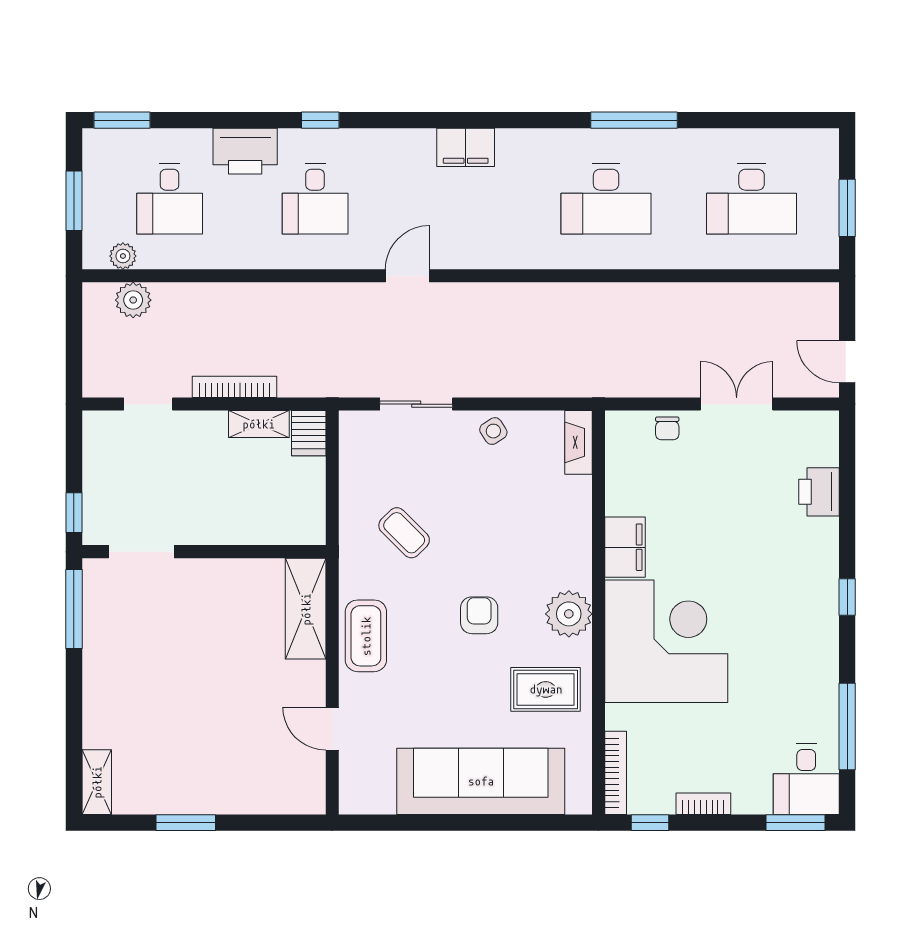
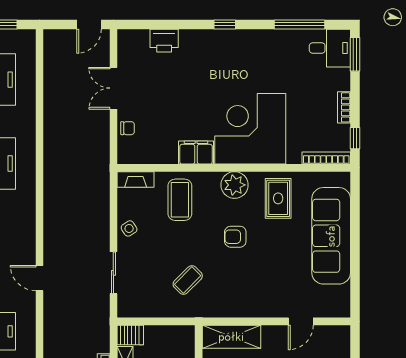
coffee table: (366, 636) -> (180, 200), moved, turned 90

